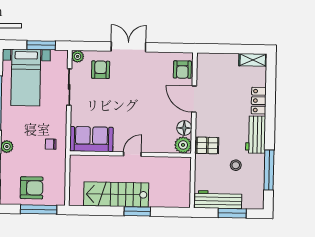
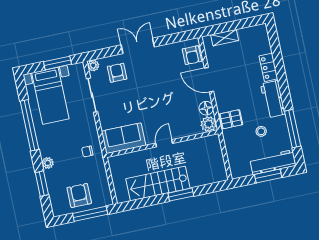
shelving: (253, 60) -> (225, 38), moved
armchair: (32, 188) -> (79, 196), turned -90
workbench: (218, 200) -> (273, 162), moved

